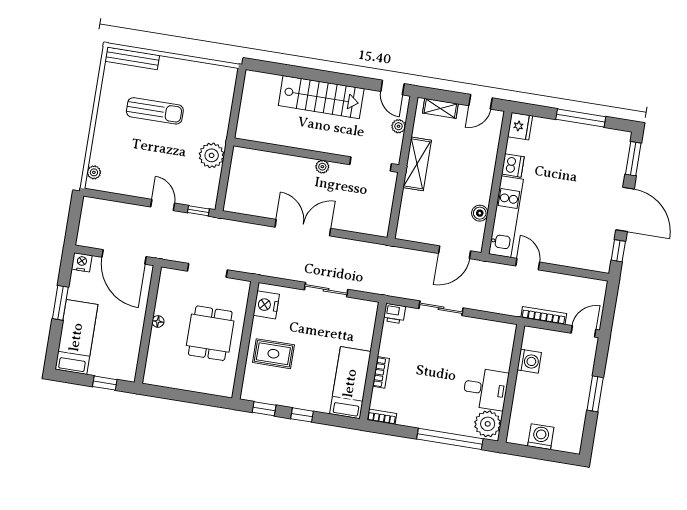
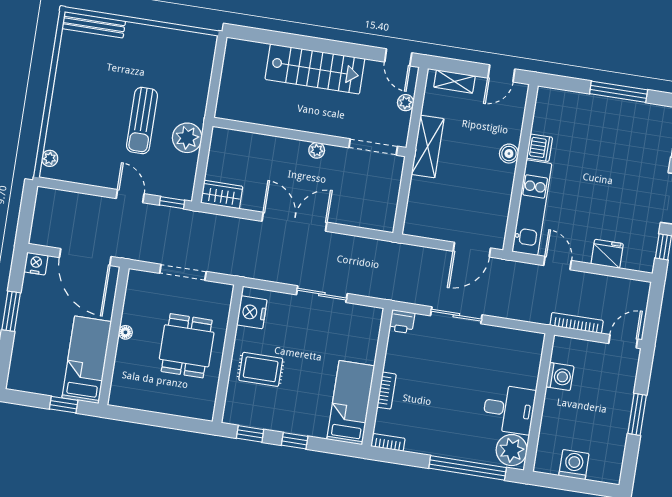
sun lounger: (155, 111) -> (142, 121), moved, turned 90
fridge: (520, 126) -> (607, 254), moved, turned -90
wardrobe: (241, 204) -> (222, 195), added
boiler: (480, 213) -> (509, 154), moved
bed: (76, 337) -> (87, 360), moved

